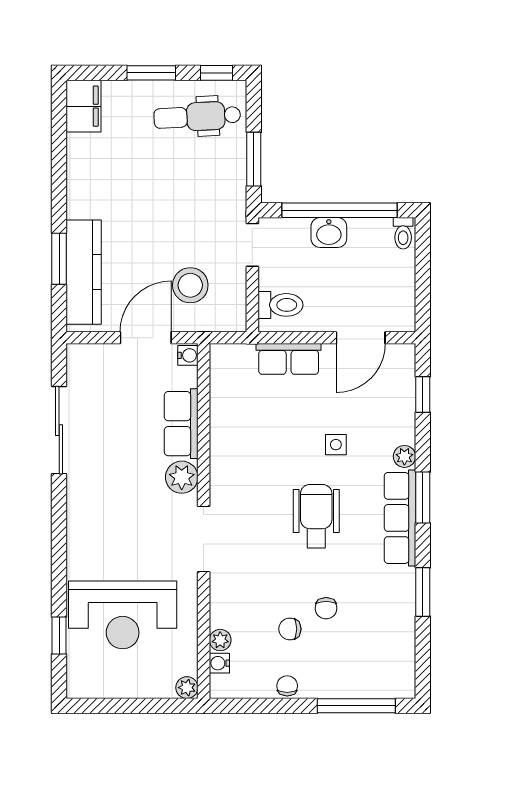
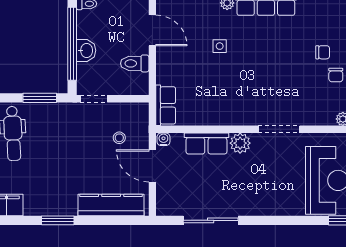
window: (59, 259) -> (58, 220), moved
stool: (190, 285) -> (119, 138), width x0.53, depth x0.53
toilet: (280, 305) -> (135, 63), moved, turned -90
row of seats: (289, 359) -> (166, 105), moved
wheelchair: (316, 516) -> (265, 58), removed

